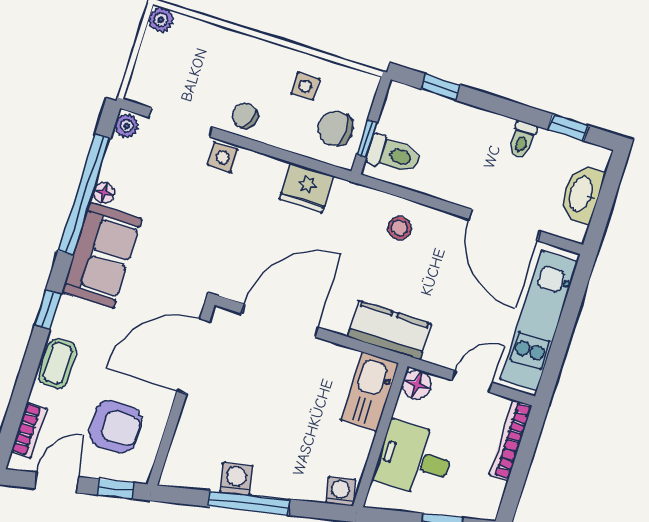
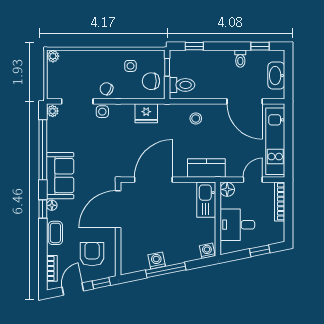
window: (367, 139) -> (167, 67), moved
floor lamp: (104, 193) -> (52, 205), moved
armchair: (115, 427) -> (92, 254), turned -90

